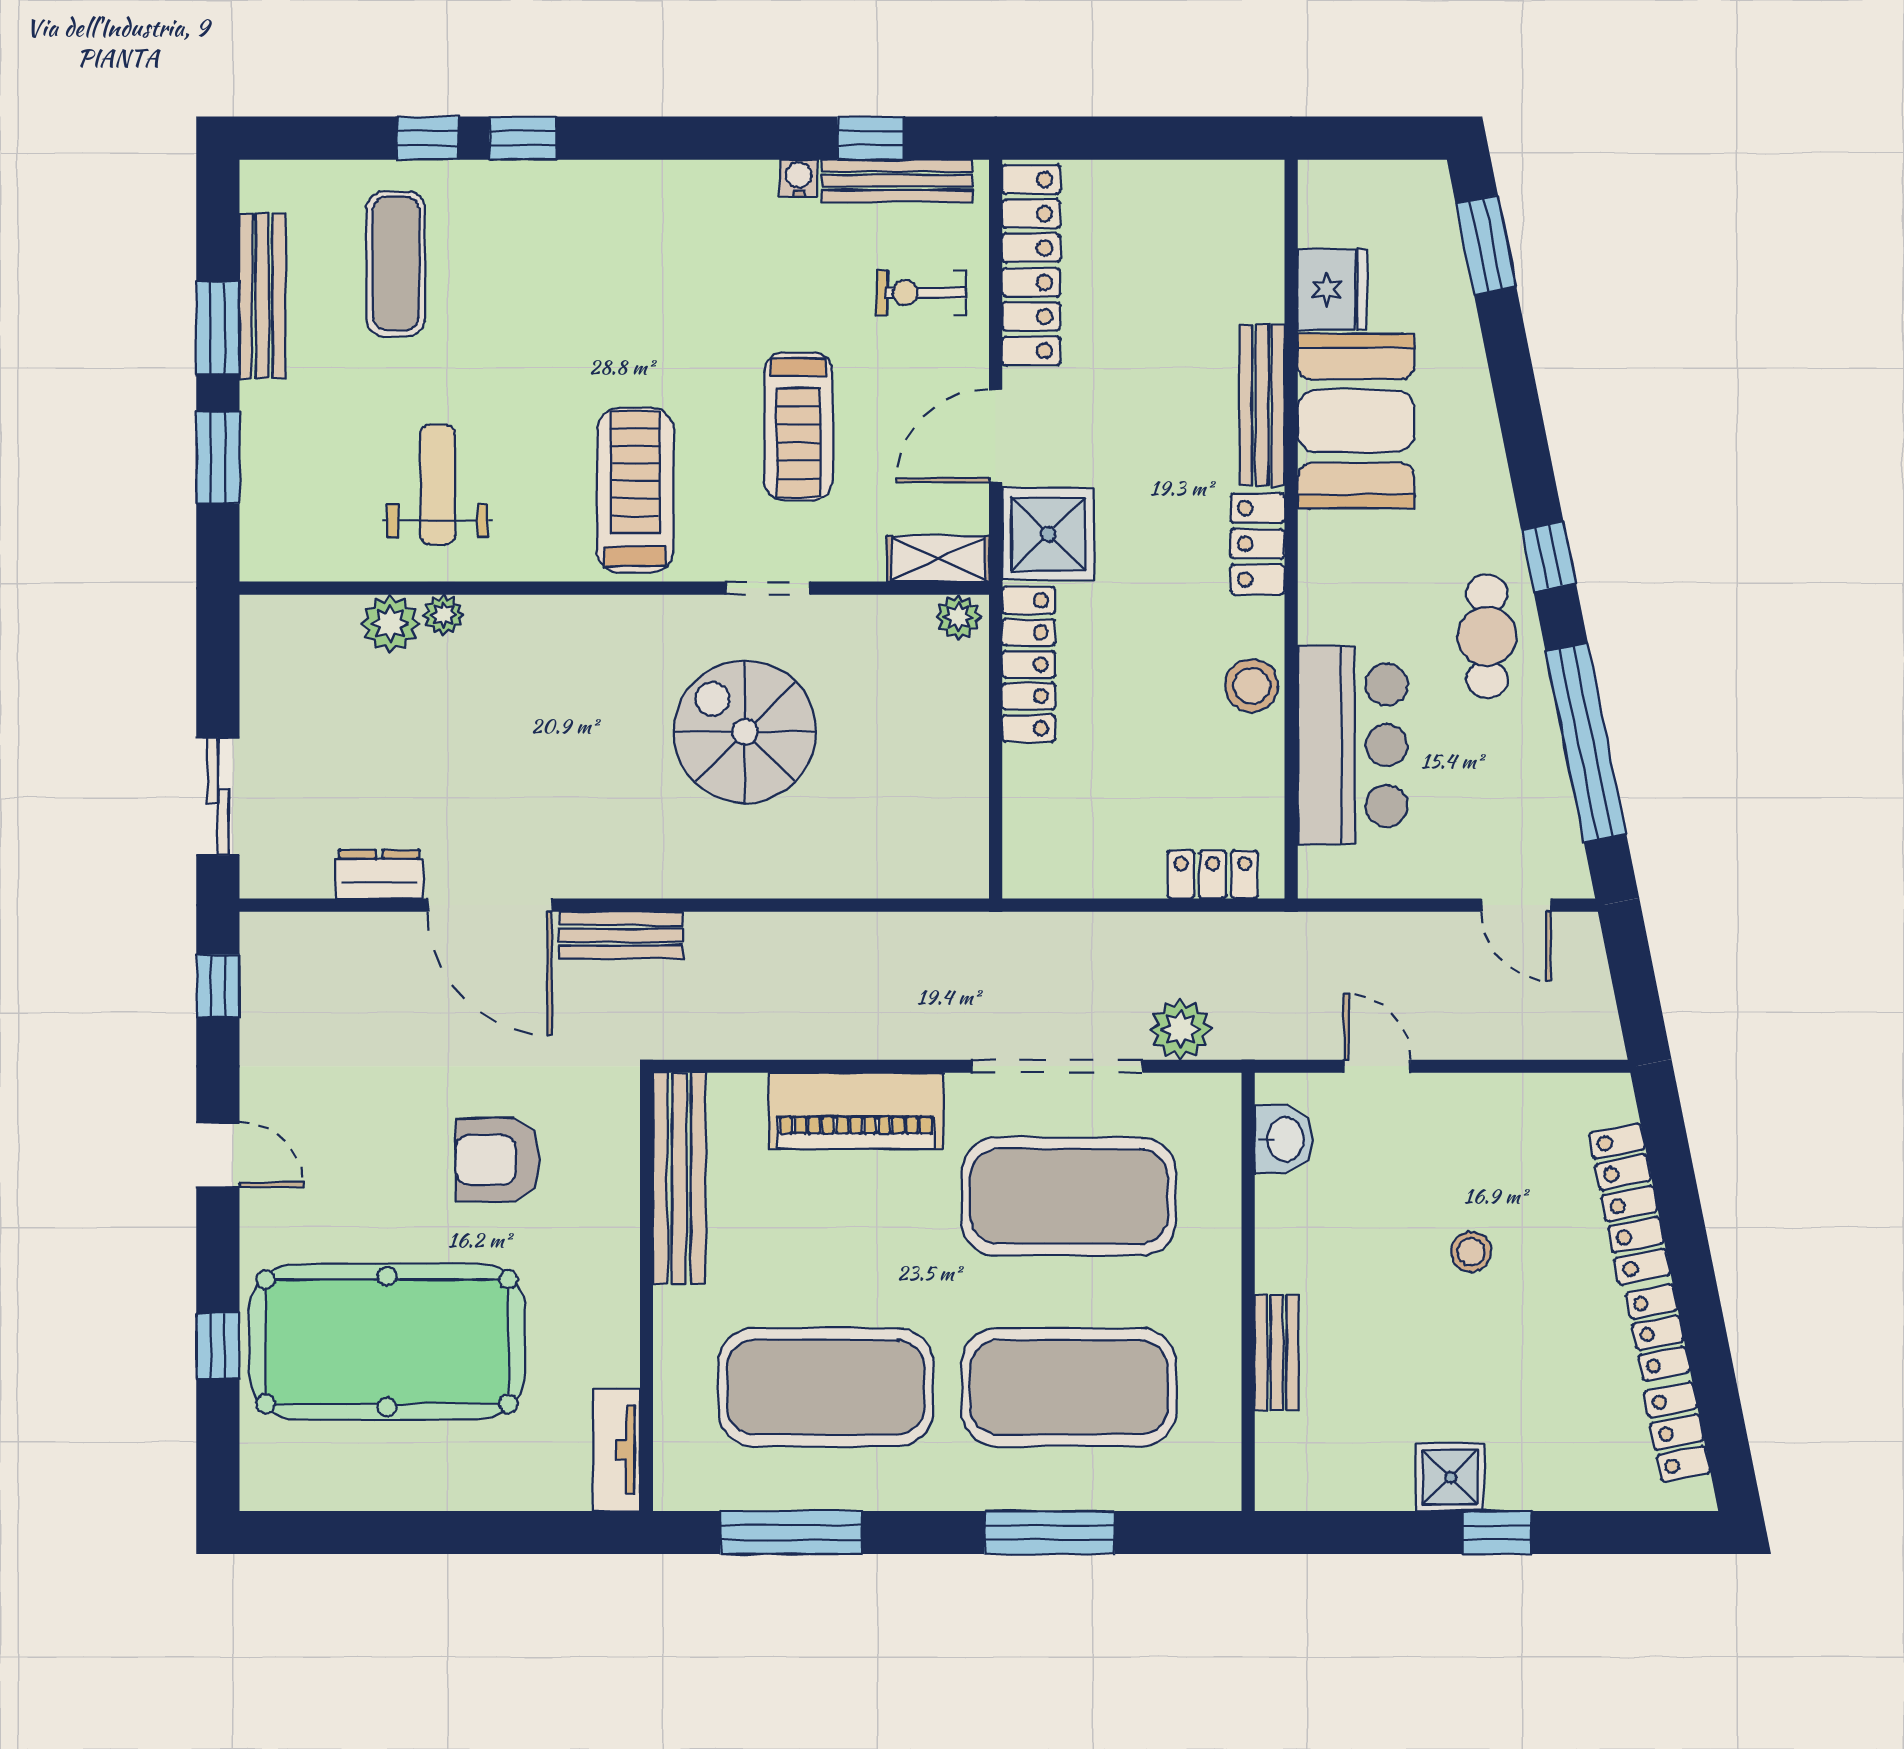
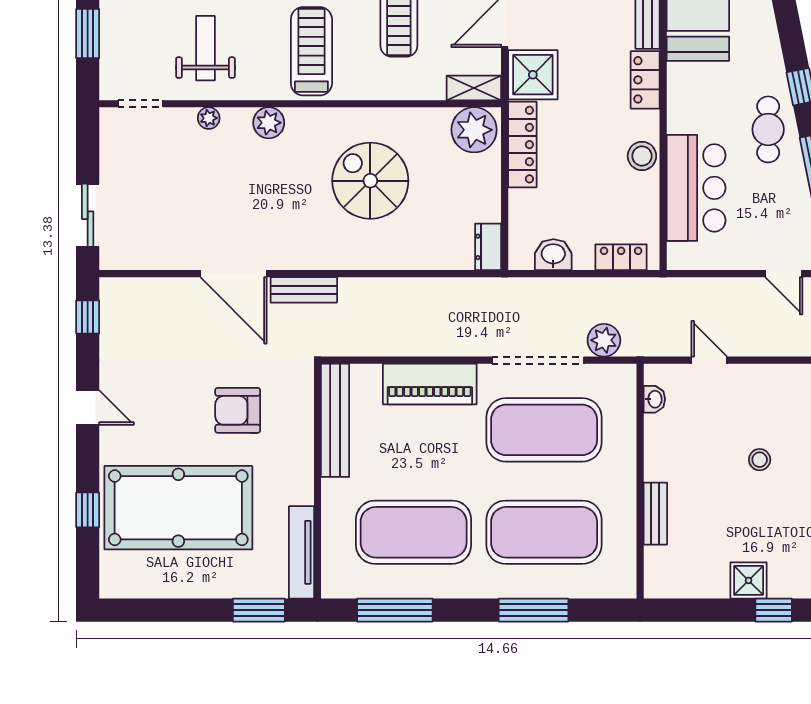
doorway: (768, 588) -> (140, 104), moved
plant: (958, 617) -> (474, 130), width x1.88, depth x1.88
plant: (390, 624) -> (269, 123), moved
washbasin: (1086, 870) -> (553, 255), added
dresser: (379, 874) -> (488, 247), moved, turned -90
washbasin: (1284, 1139) -> (654, 399), width x0.72, depth x0.69
tv unit: (617, 1450) -> (302, 552), width x1.41
window: (537, 1533) -> (259, 610), added

